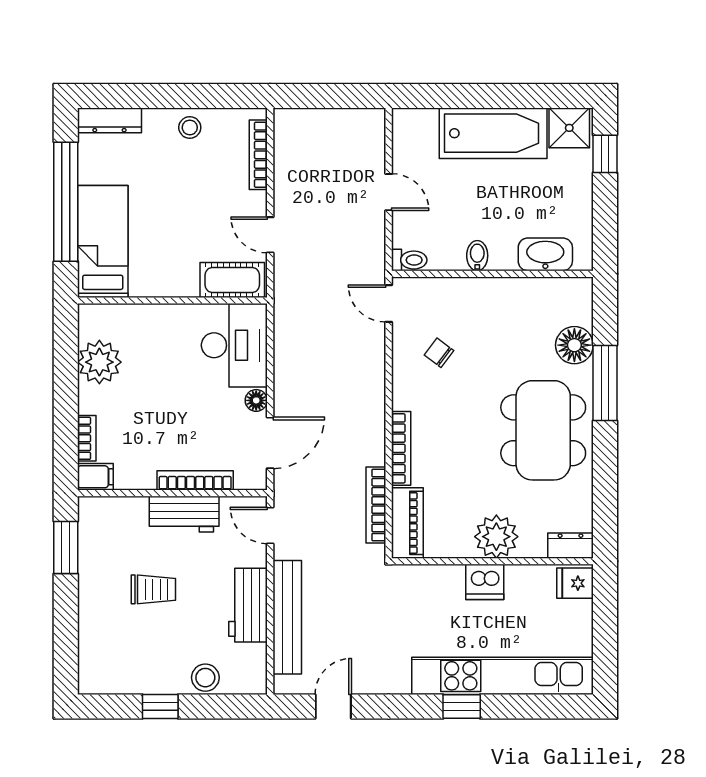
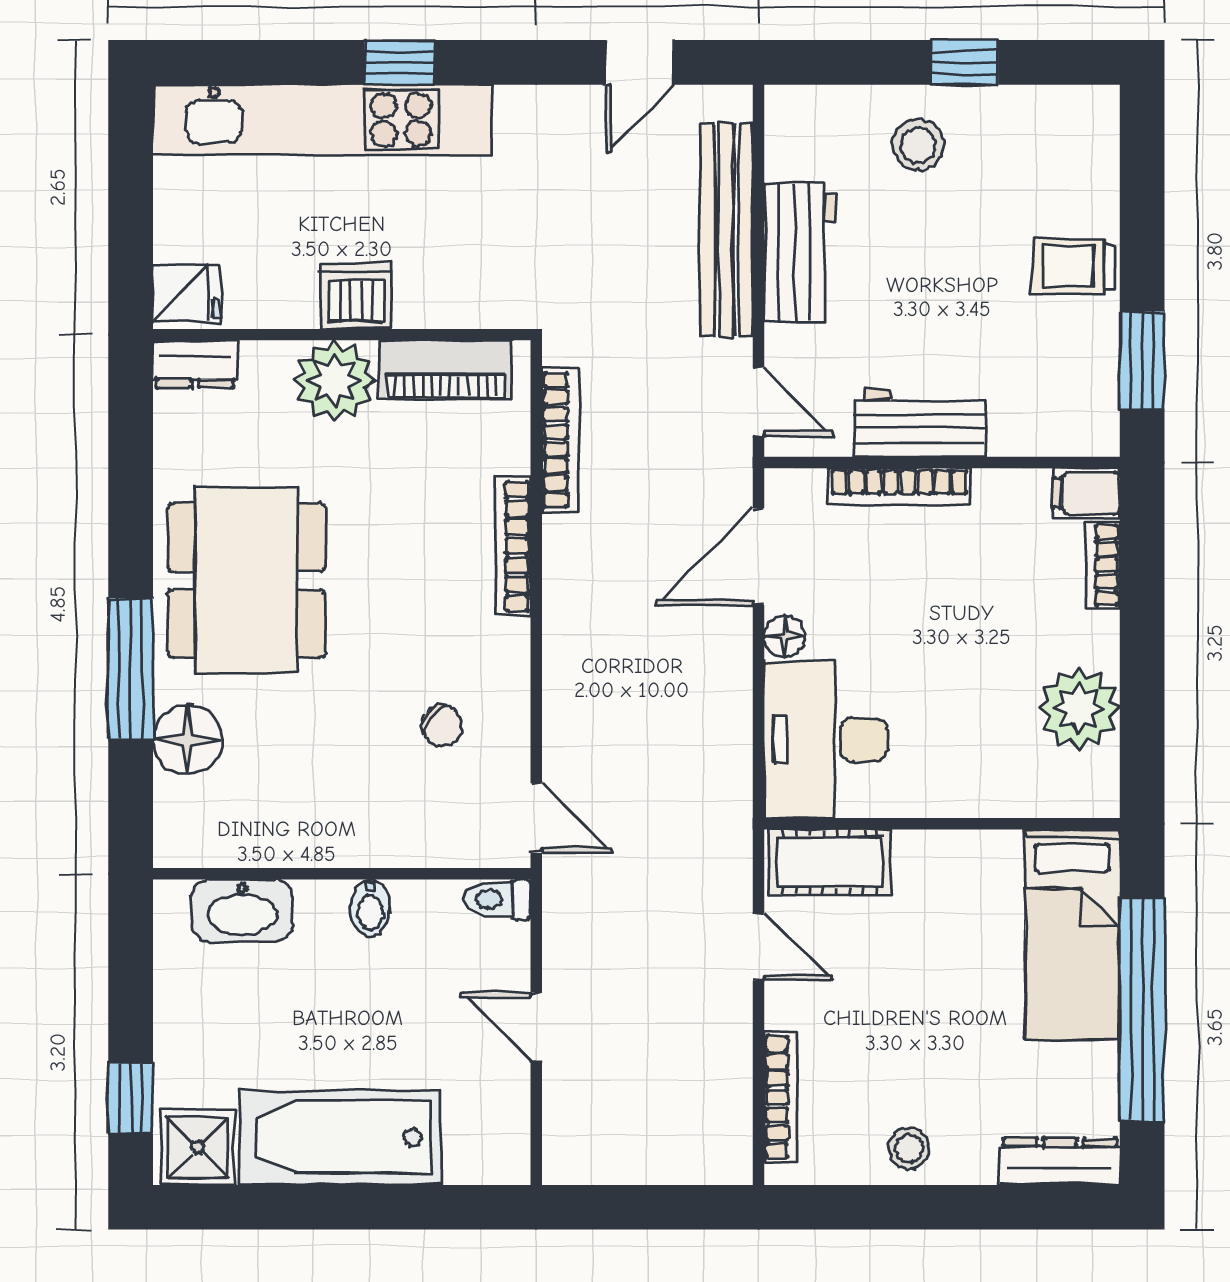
piano: (407, 523) -> (446, 370), moved, turned -90
trolley: (153, 589) -> (1074, 266), moved
stool: (205, 678) -> (918, 145), moved

